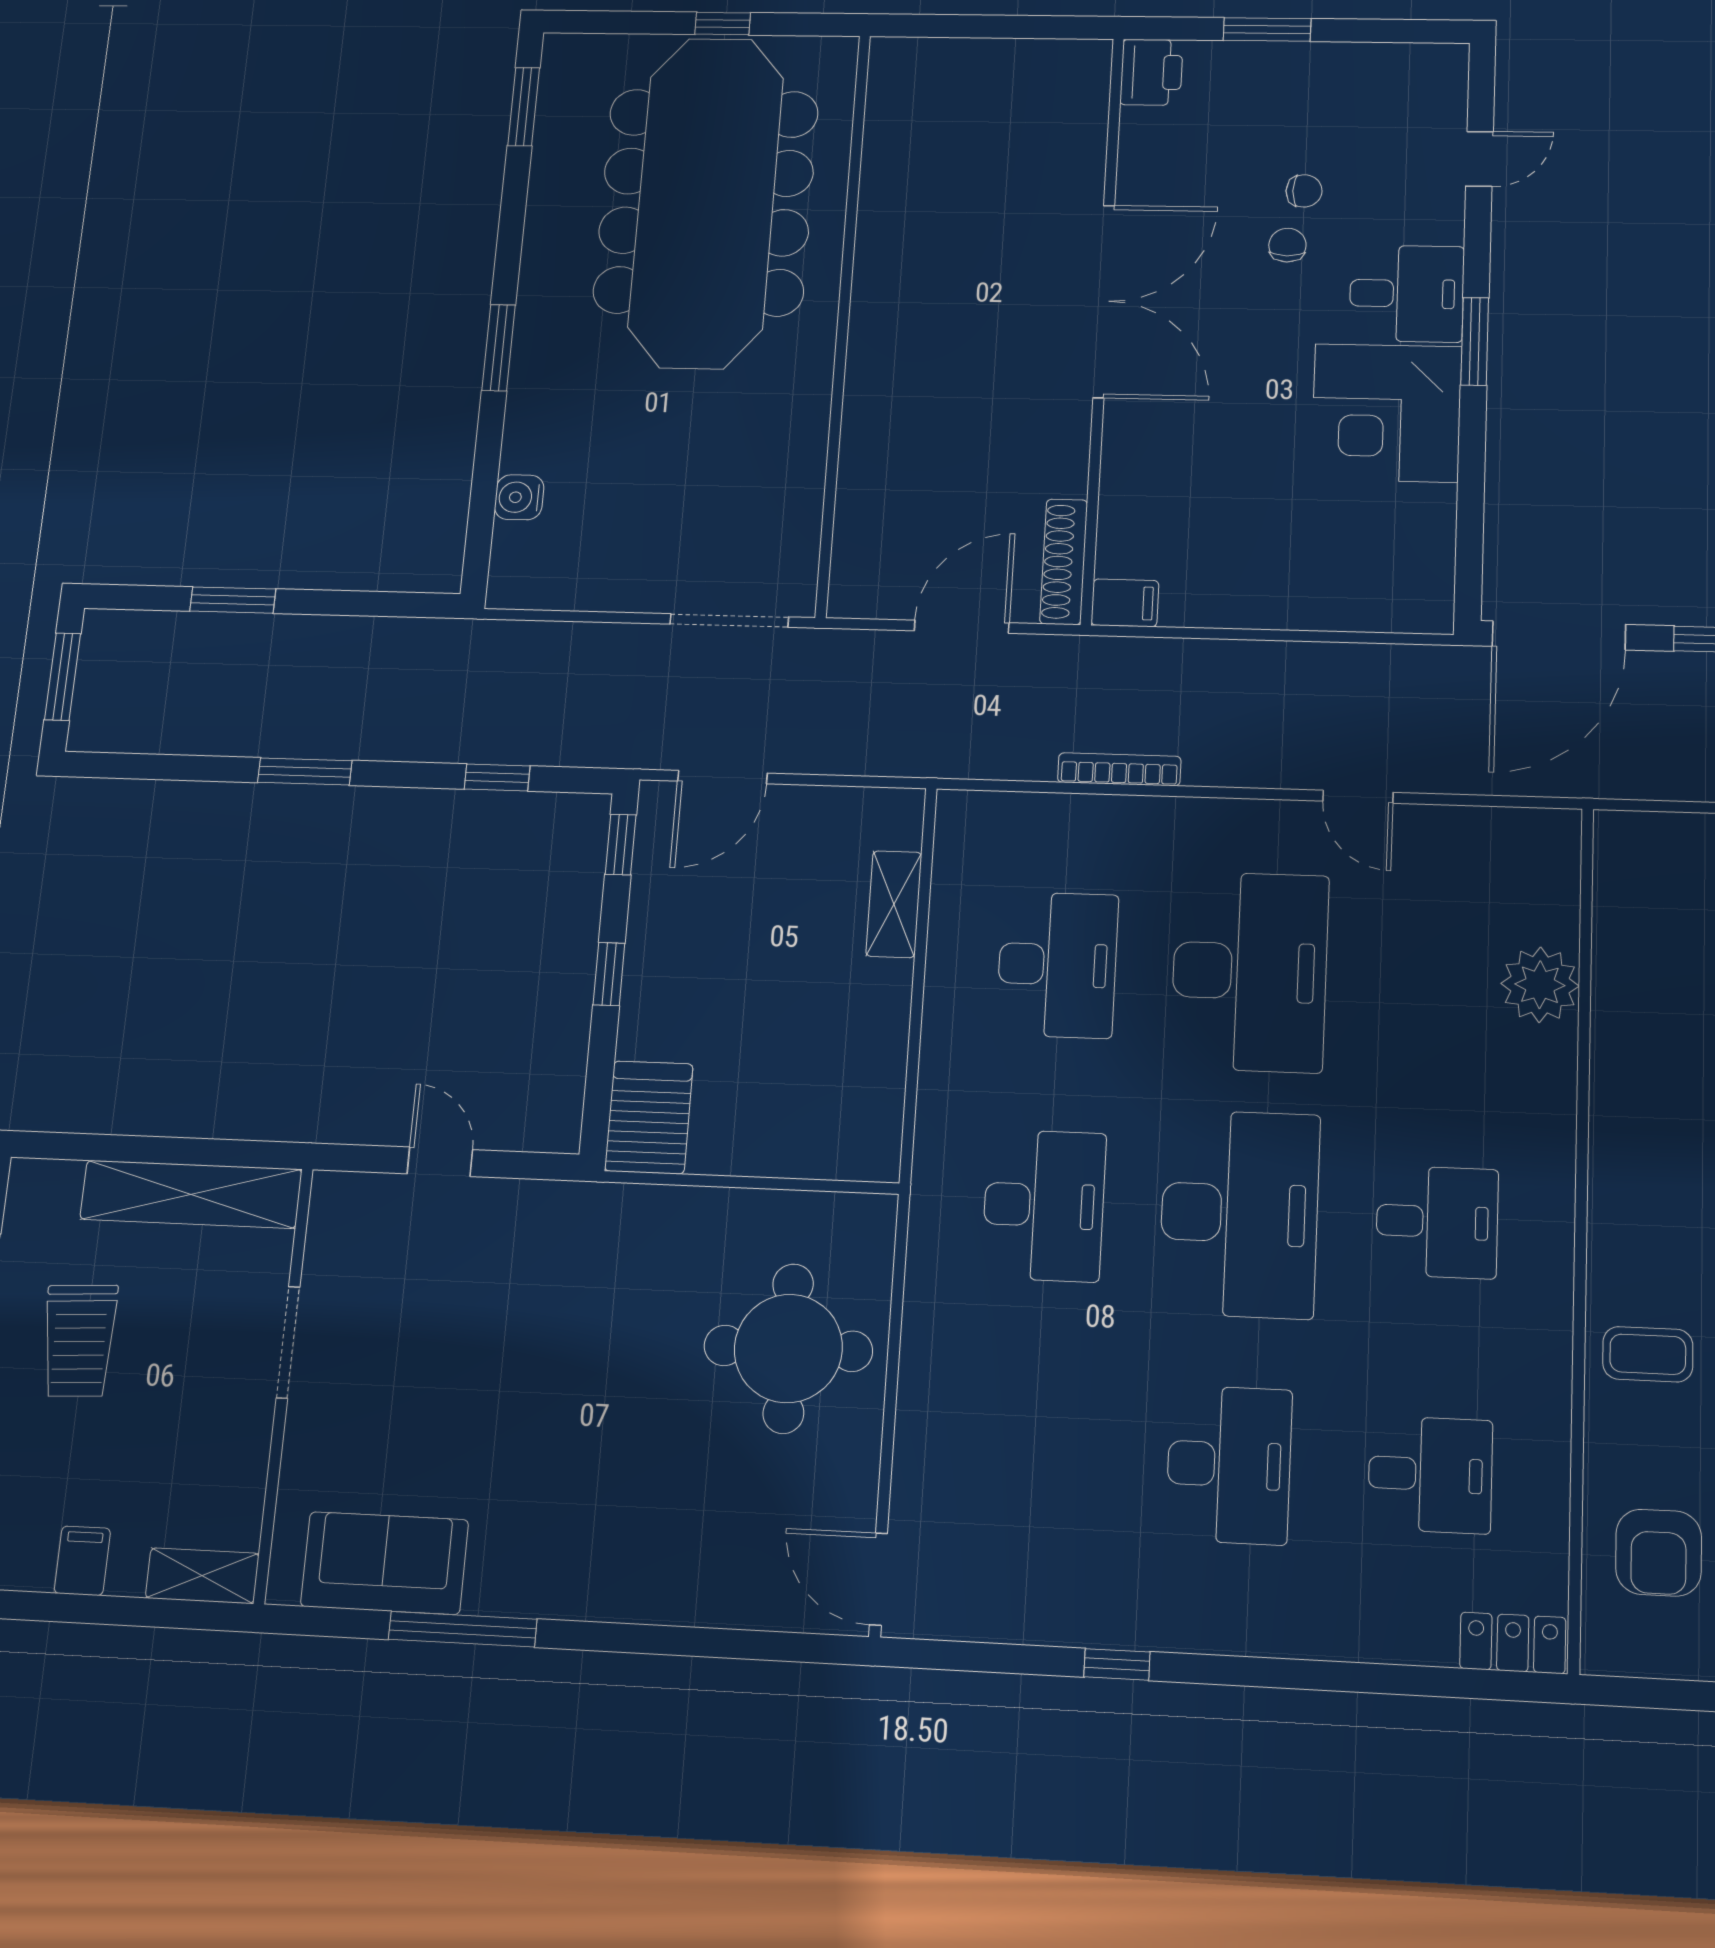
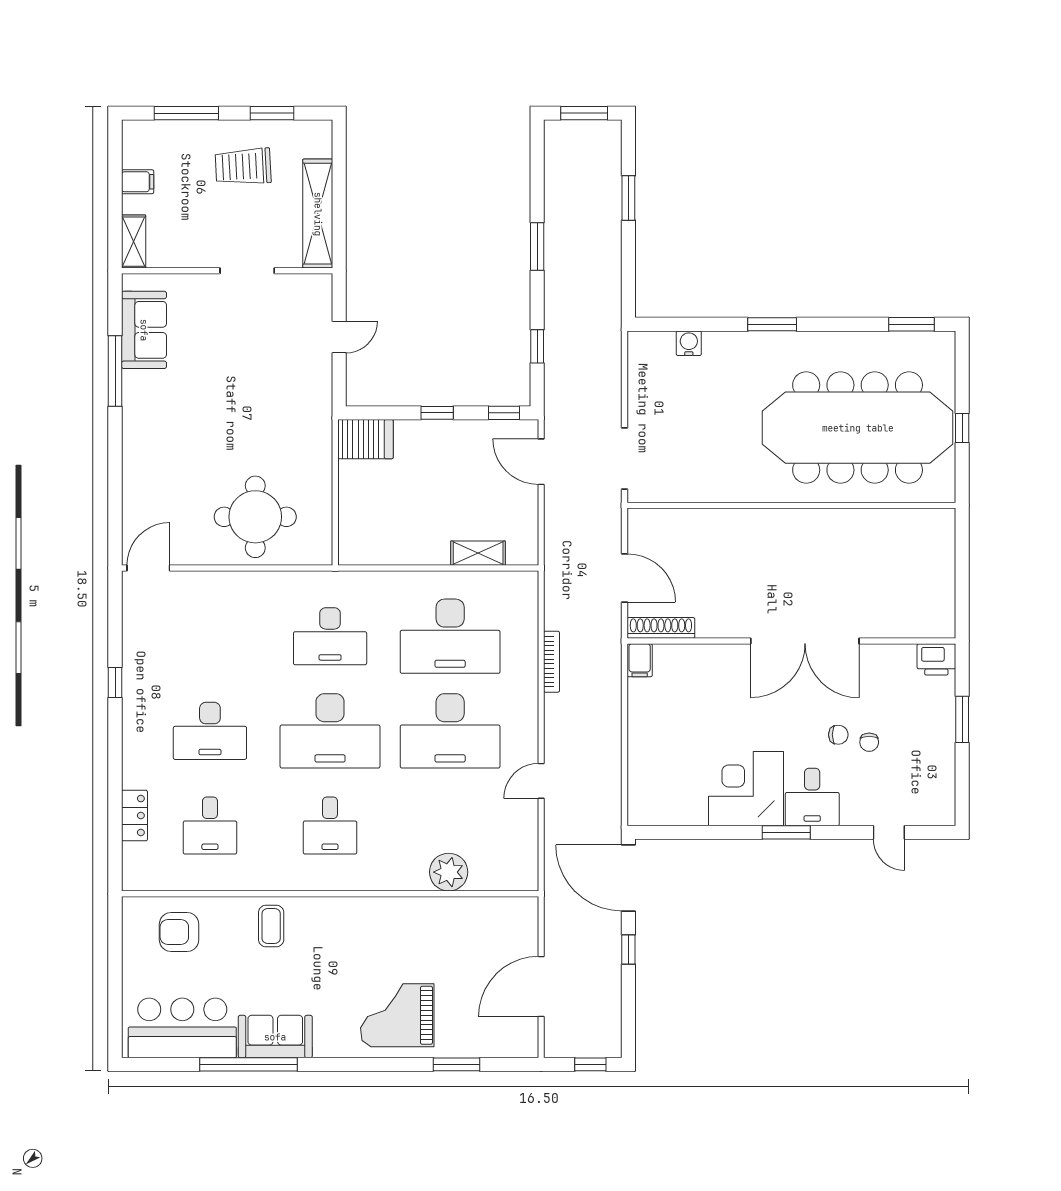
desk: (1057, 965) -> (450, 636), width x1.36, depth x1.30
locker: (1513, 1643) -> (134, 816), moved

